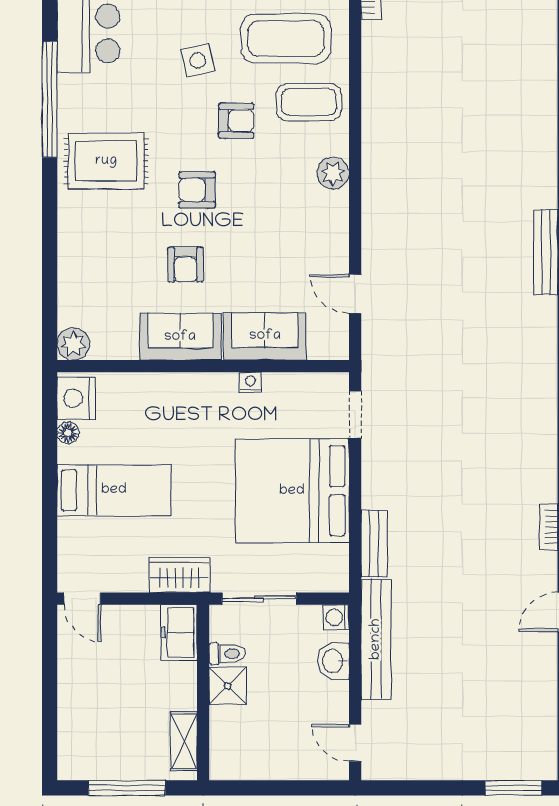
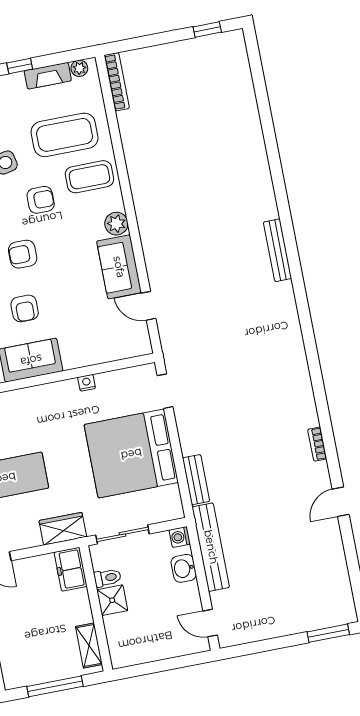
sofa: (265, 336) -> (119, 267), moved, turned -90

